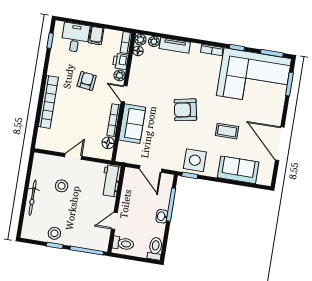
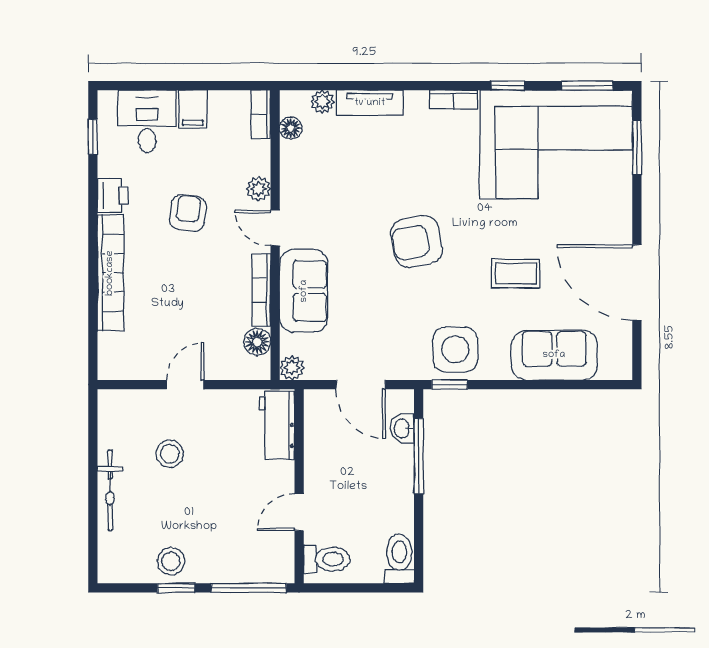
plant: (140, 40) -> (292, 368), moved
printer: (120, 61) -> (113, 196), moved, turned 180
washbasin: (162, 216) -> (402, 428), moved

